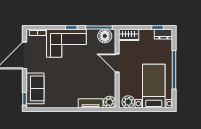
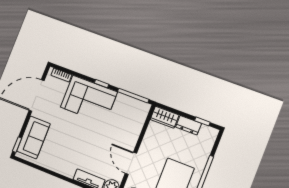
dresser: (163, 34) -> (188, 125), moved
floor lamp: (105, 36) -> (136, 108), removed
door: (117, 63) -> (131, 163), moved

